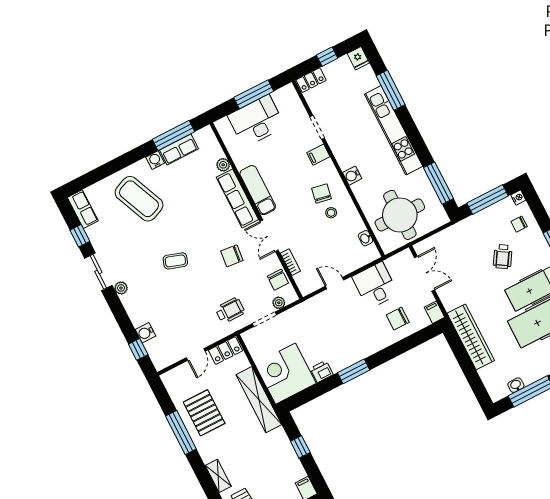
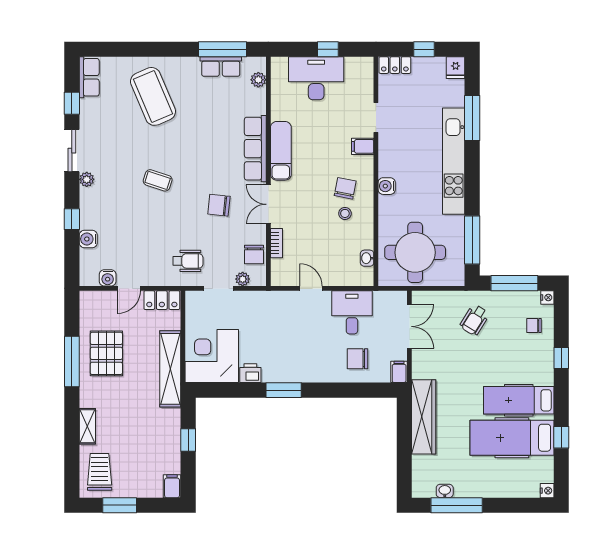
window: (254, 94) -> (328, 49), width x0.46
water cooler: (155, 160) -> (108, 278), moved, turned 180
plant: (223, 165) -> (258, 80), moved
wheelchair: (503, 257) -> (474, 320), moved
window: (138, 349) -> (72, 219), moved

